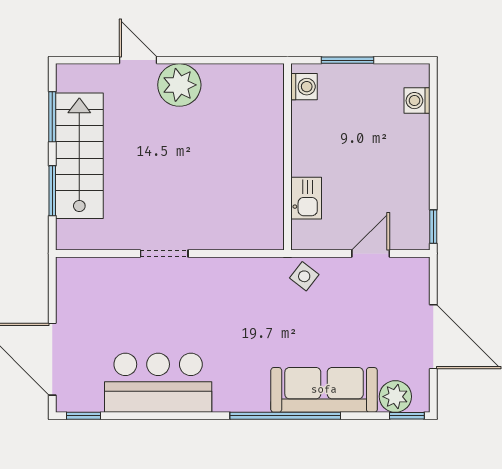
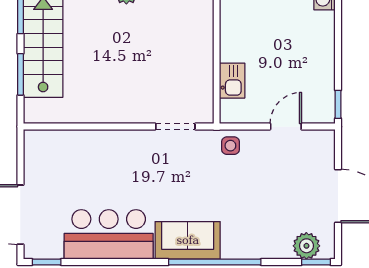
doorway: (164, 253) -> (175, 127), moved
side table: (304, 276) -> (230, 146), turned -38
sofa: (324, 390) -> (188, 240), moved, width x0.73

